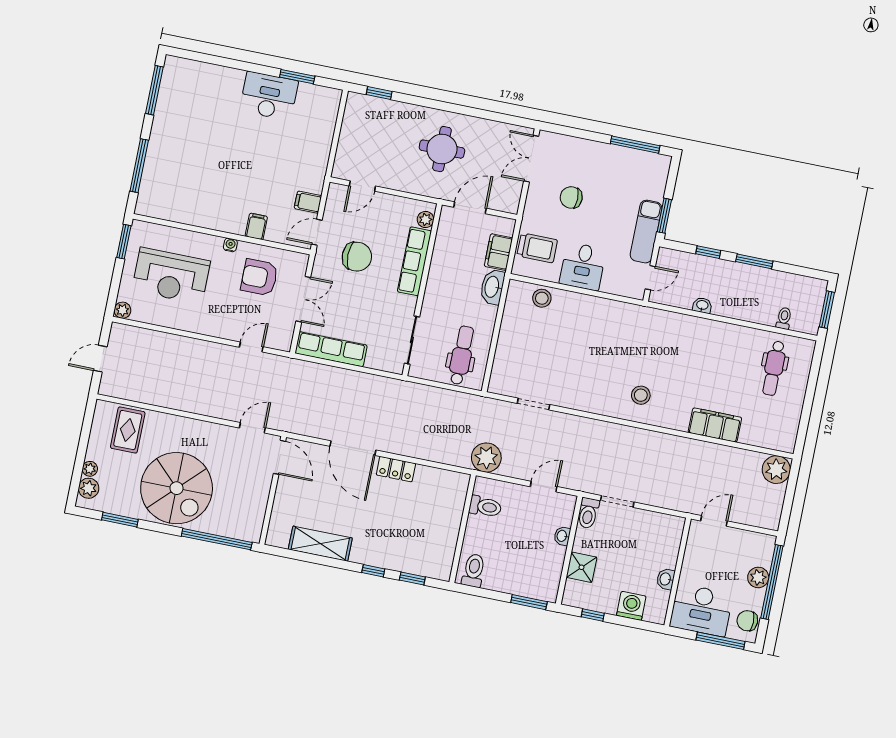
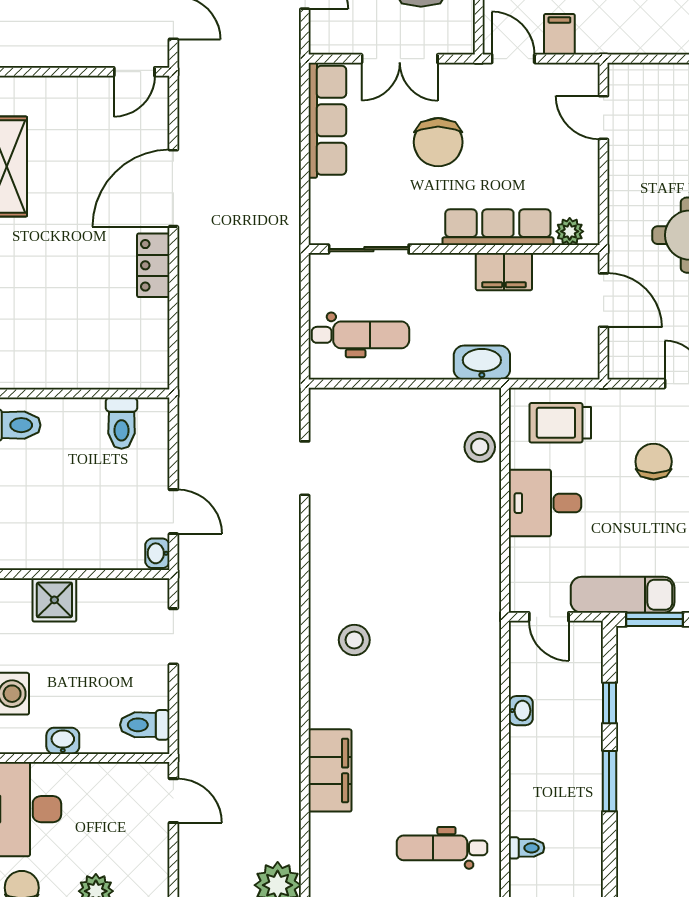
trolley: (537, 248) -> (560, 423), turned 90
filing cabinet: (498, 252) -> (504, 272), moved, turned 180
chair: (357, 257) -> (438, 142), moved
door: (280, 457) -> (134, 72), width x0.73
plant: (486, 458) -> (202, 409), removed
toilet: (588, 513) -> (145, 725), moved
washbasin: (562, 536) -> (157, 553), moved, turned -90

